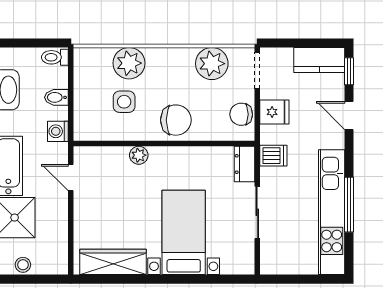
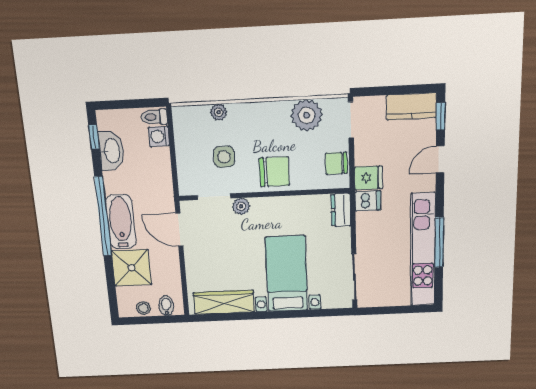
plant: (129, 63) -> (219, 112), width x0.53, depth x0.53
bidet: (56, 97) -> (166, 306), moved, turned 90
fridge: (274, 112) -> (368, 178), moved
door: (349, 116) -> (440, 159), hinge flipped
washing machine: (58, 131) -> (159, 136), moved
doorway: (111, 143) -> (214, 197), added
door: (71, 178) -> (179, 230), width x1.38
sliding door: (257, 212) -> (354, 277), moved

